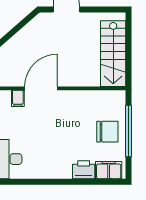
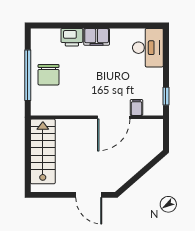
chair: (107, 132) -> (49, 75), turned -90
filing cabinet: (109, 170) -> (97, 37), moved

